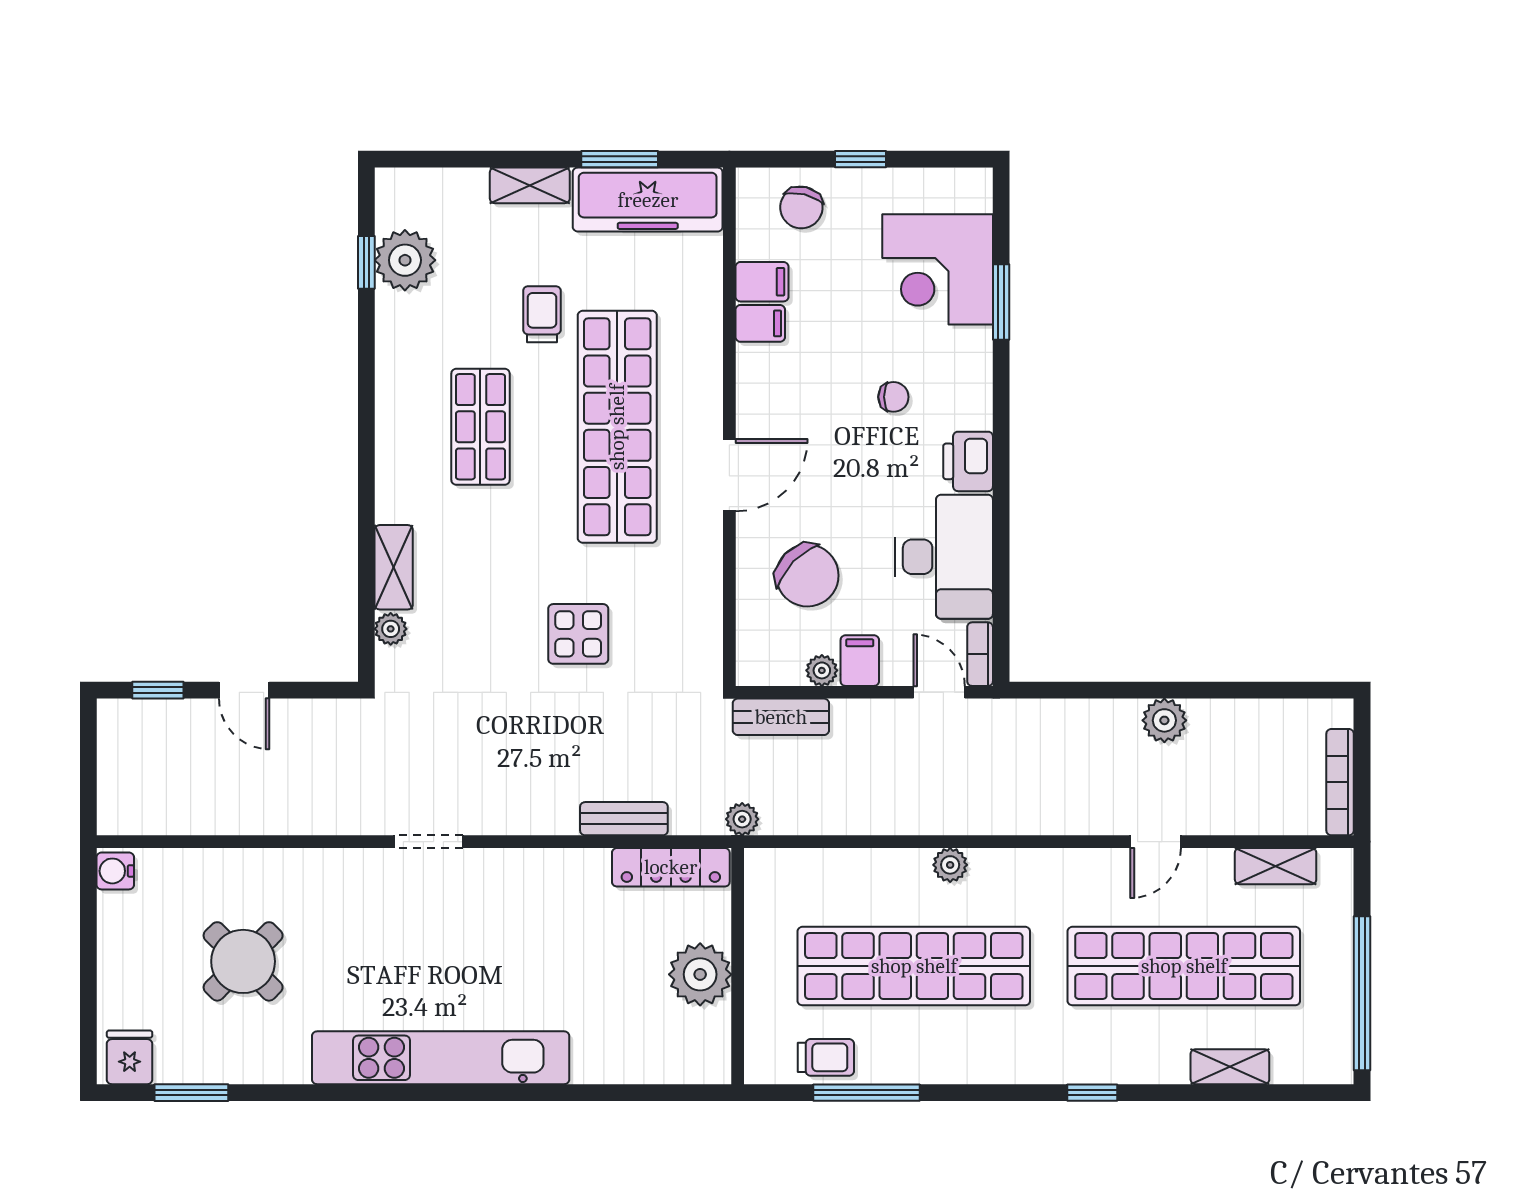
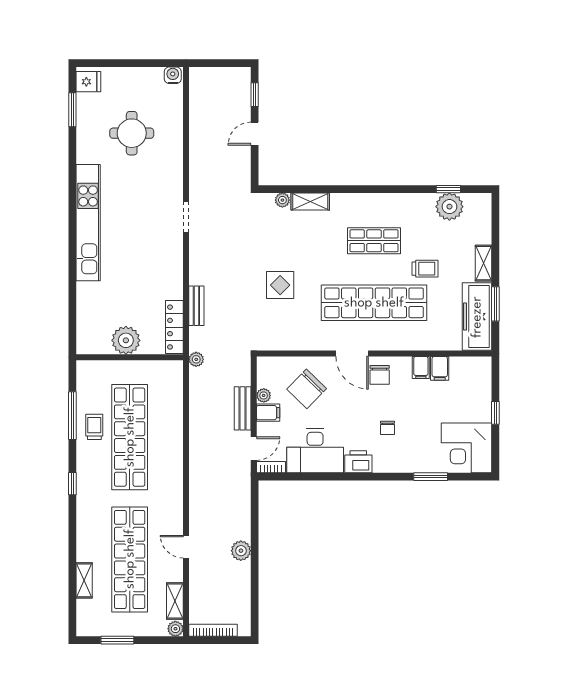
chair: (801, 207) -> (380, 375), moved, turned -104
corner desk: (938, 269) -> (466, 448), moved, turned -90
bench: (781, 717) -> (243, 408), moved
plant: (950, 865) -> (175, 629), moved
round table: (243, 961) -> (132, 133), turned 45
window: (1362, 993) -> (117, 640), width x0.47
trolley: (826, 1057) -> (94, 427), moved, turned 180
window: (1092, 1093) -> (72, 484), moved

